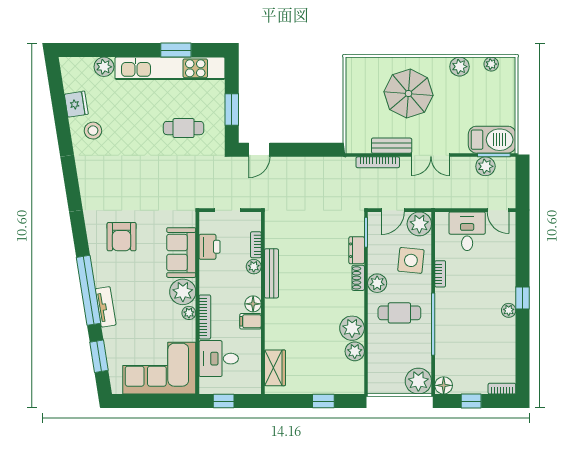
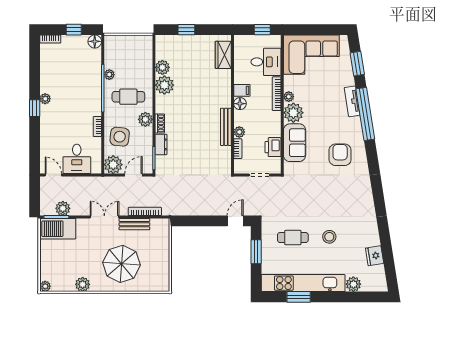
plant: (491, 64) -> (45, 286), moved
stool: (93, 131) -> (329, 237), moved
plant: (418, 381) -> (109, 75), moved, width x0.53, depth x0.53

